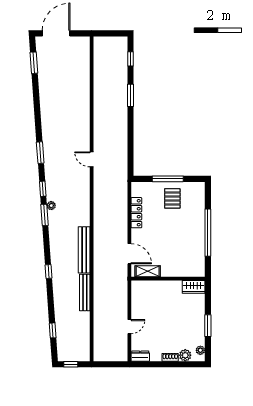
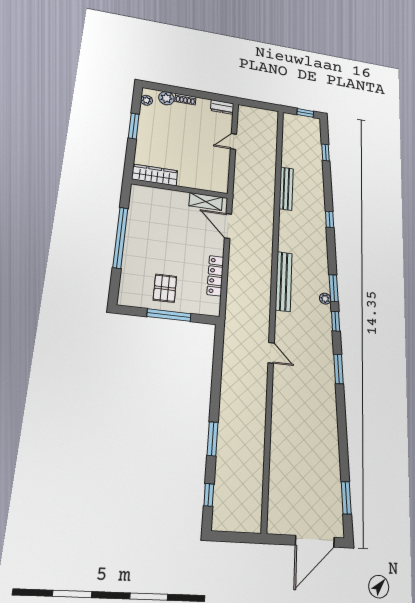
bench: (84, 250) -> (284, 281), moved
wardrobe: (194, 287) -> (155, 175), width x1.50

